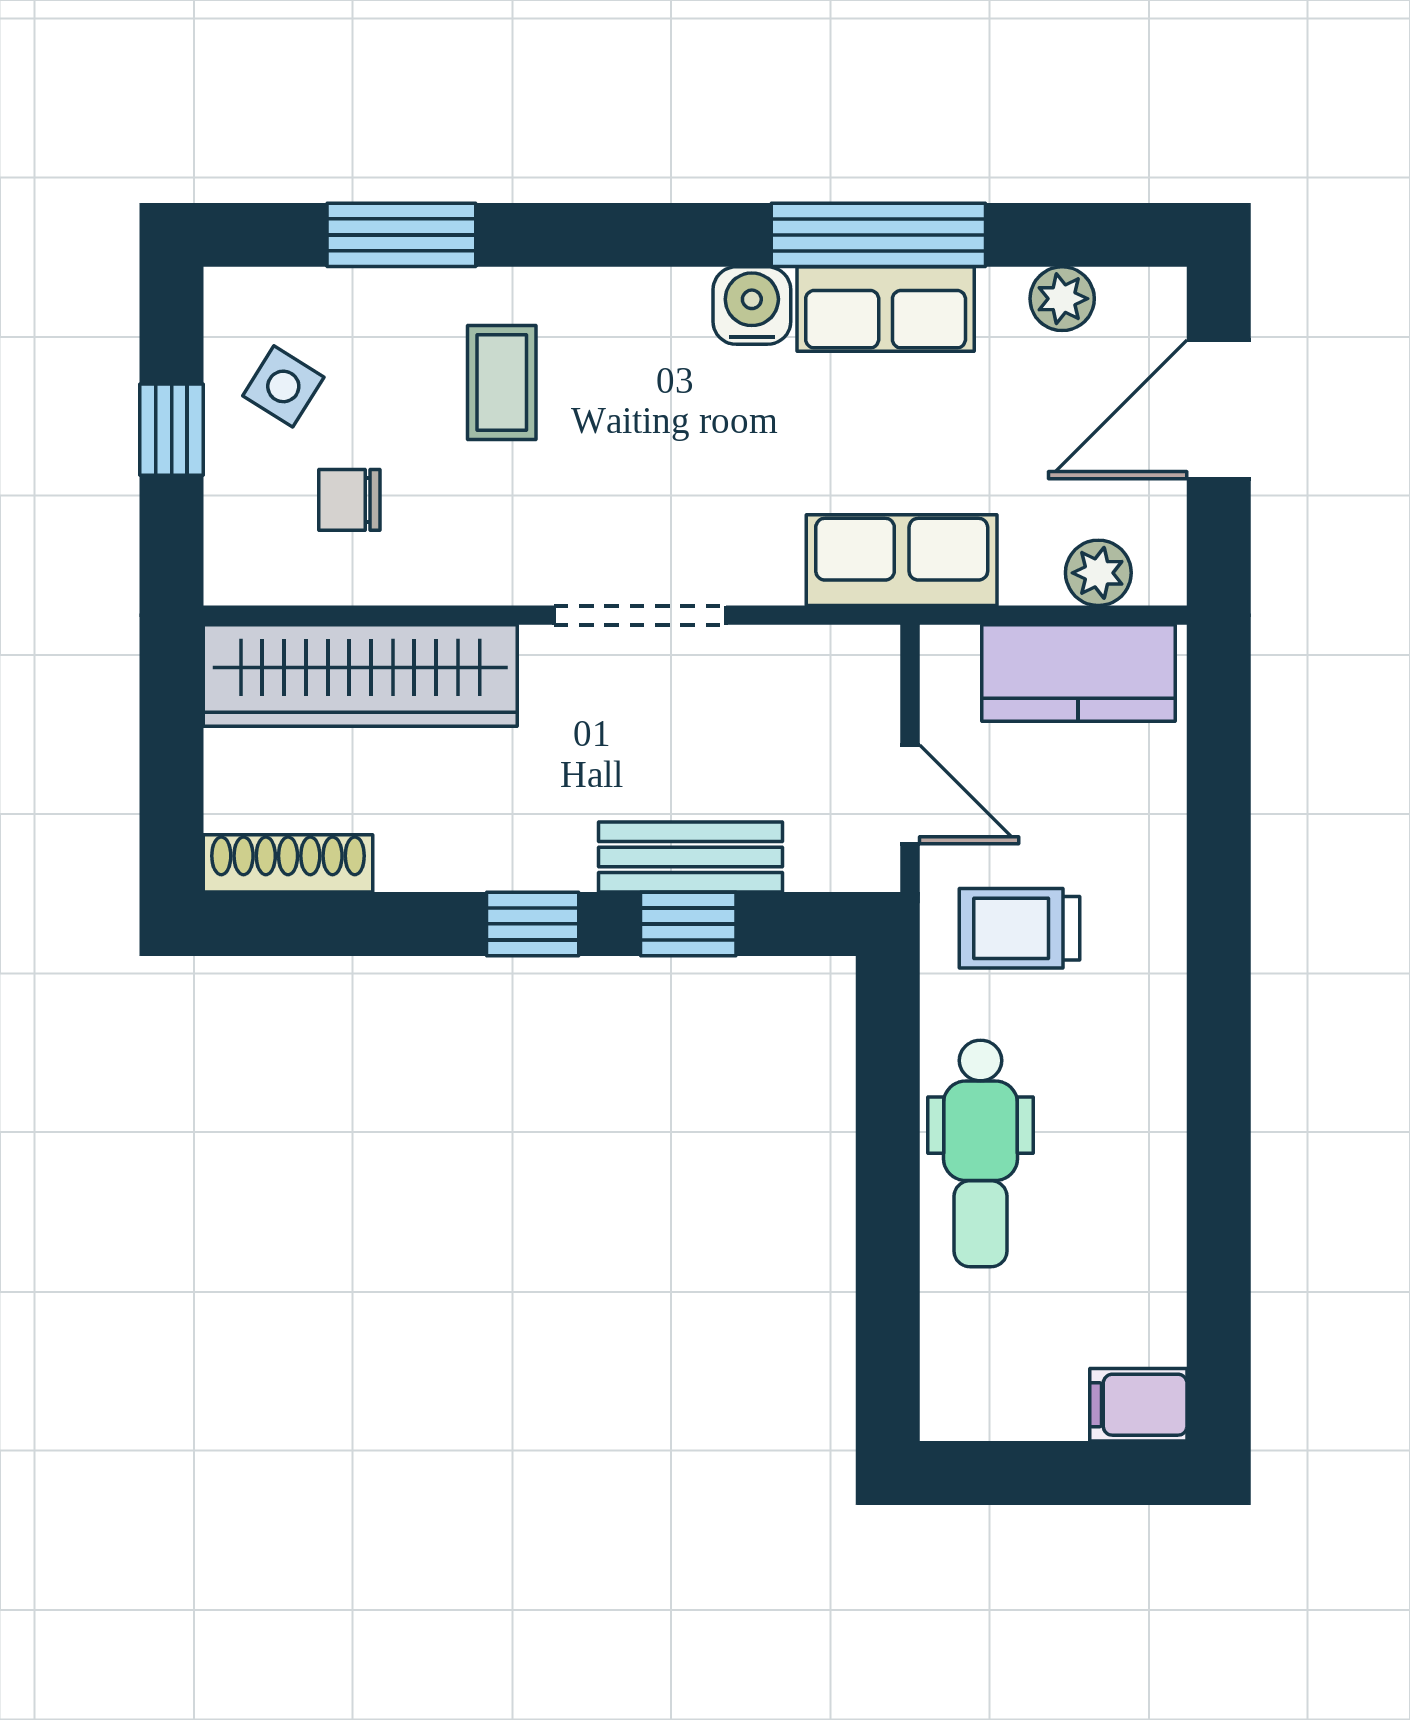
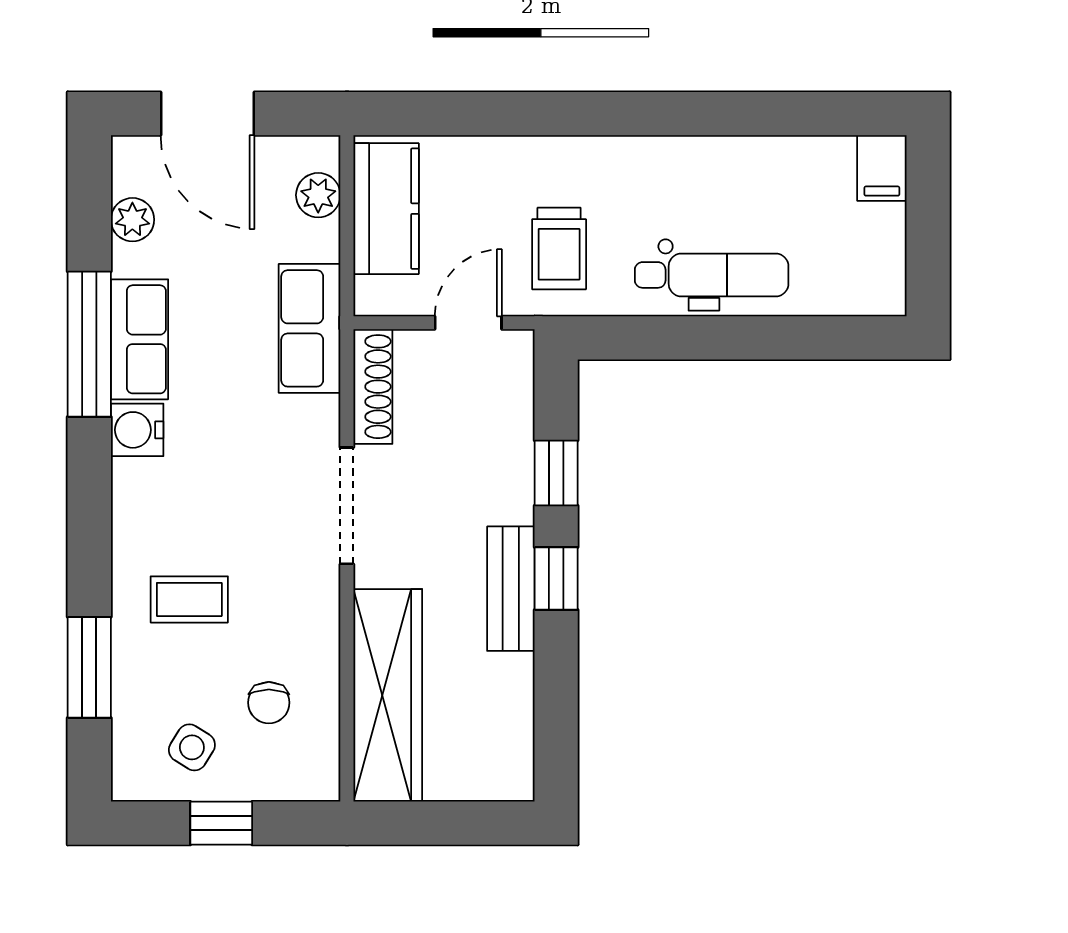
bench: (691, 857) -> (511, 589), moved
shoe rack: (288, 863) -> (373, 387), moved, turned 180

